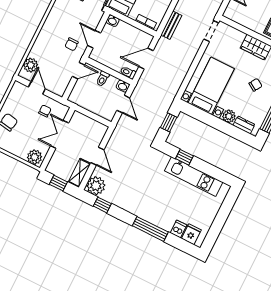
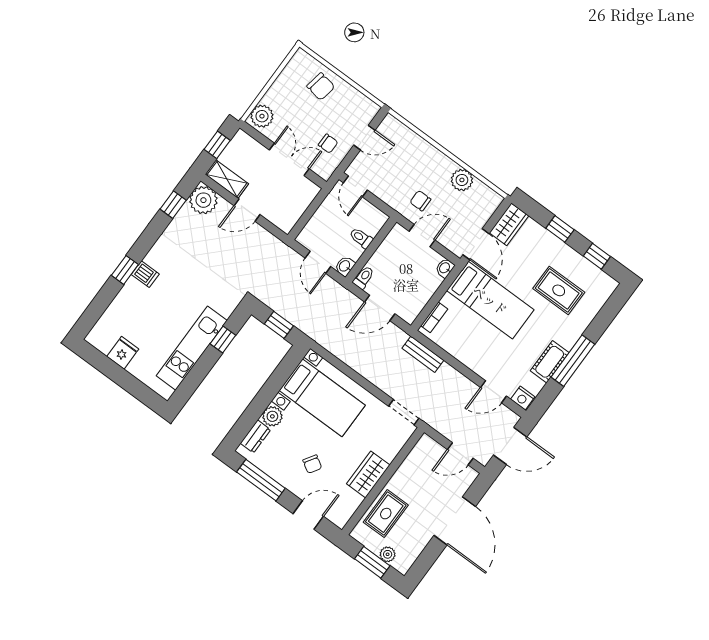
door: (146, 59) -> (380, 308), swing flipped
plant: (31, 65) -> (462, 180), moved
door: (78, 71) -> (355, 186), moved
door: (123, 104) -> (318, 262), hinge flipped
window: (150, 229) -> (125, 270), width x0.46
dishwasher: (179, 229) -> (145, 274), moved
fridge: (191, 234) -> (123, 353), moved, turned -90

